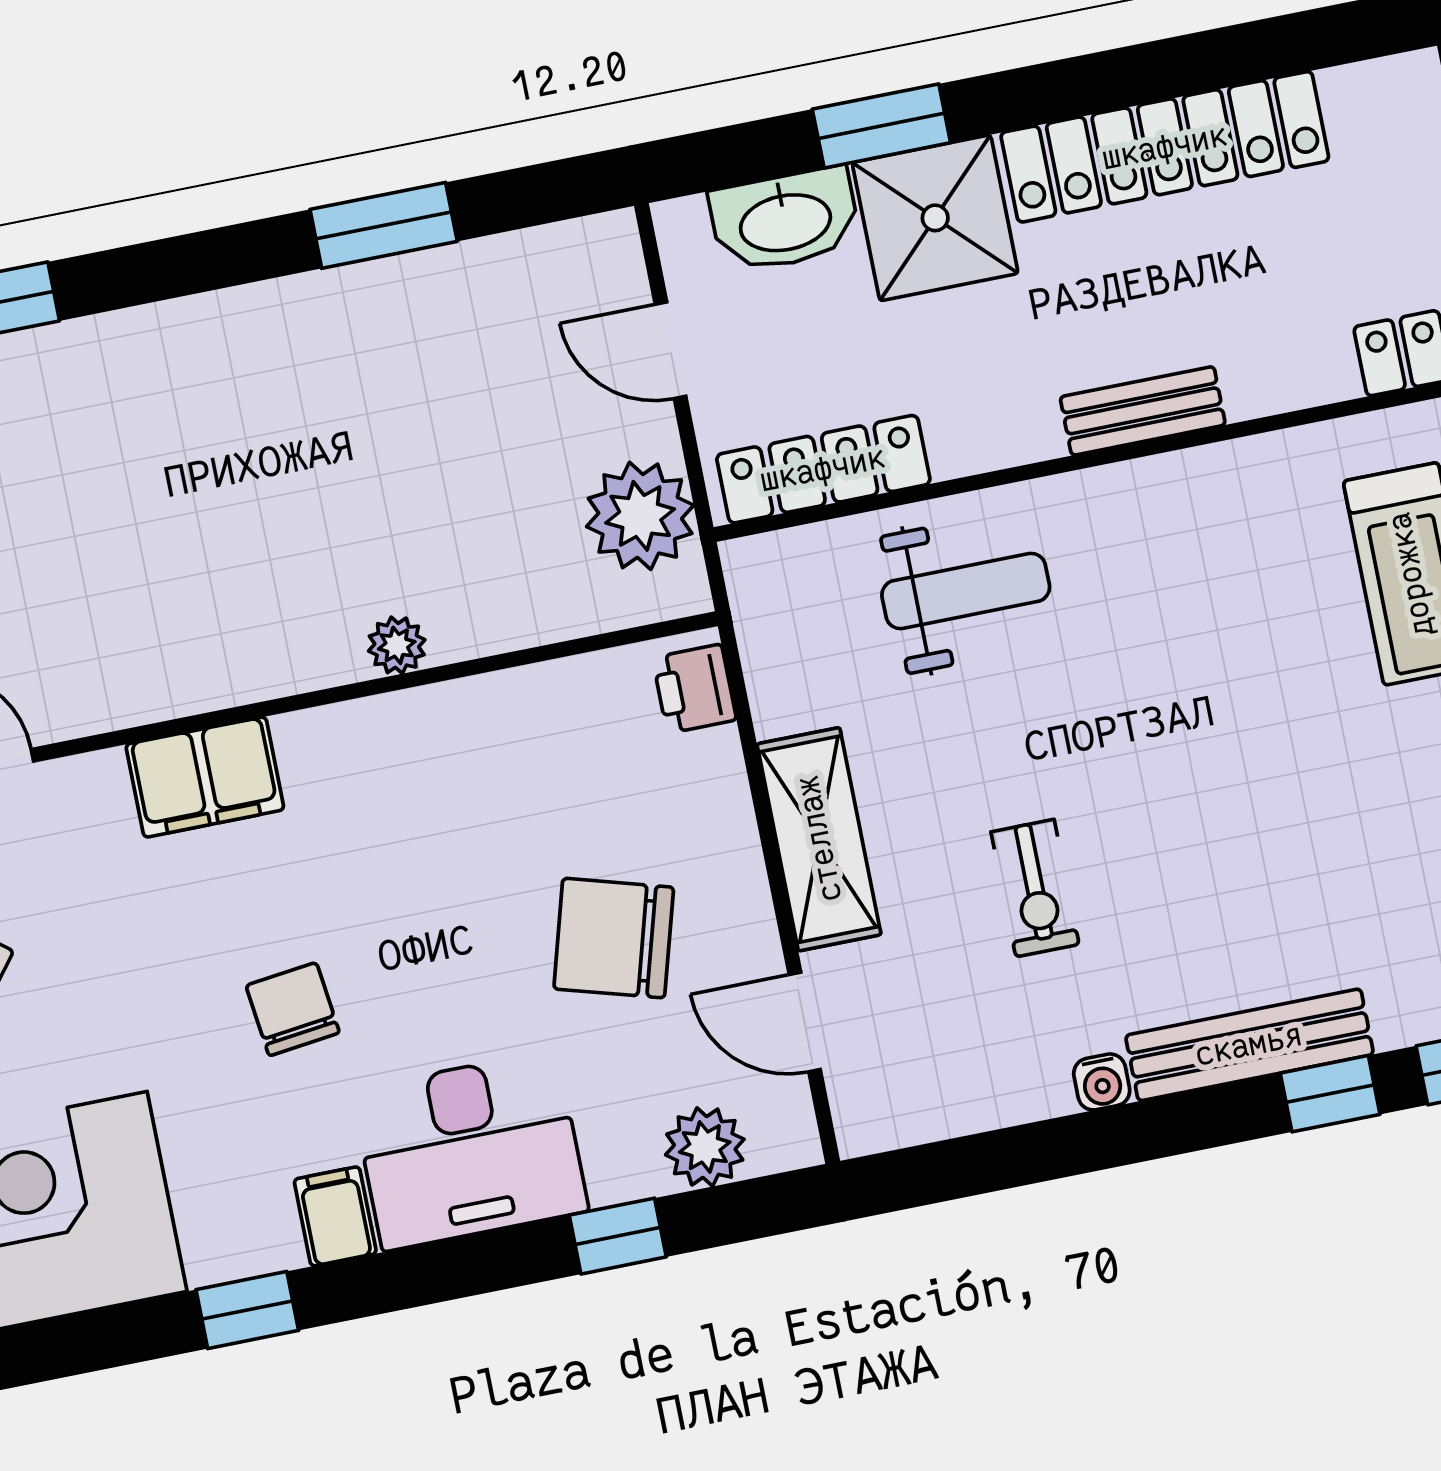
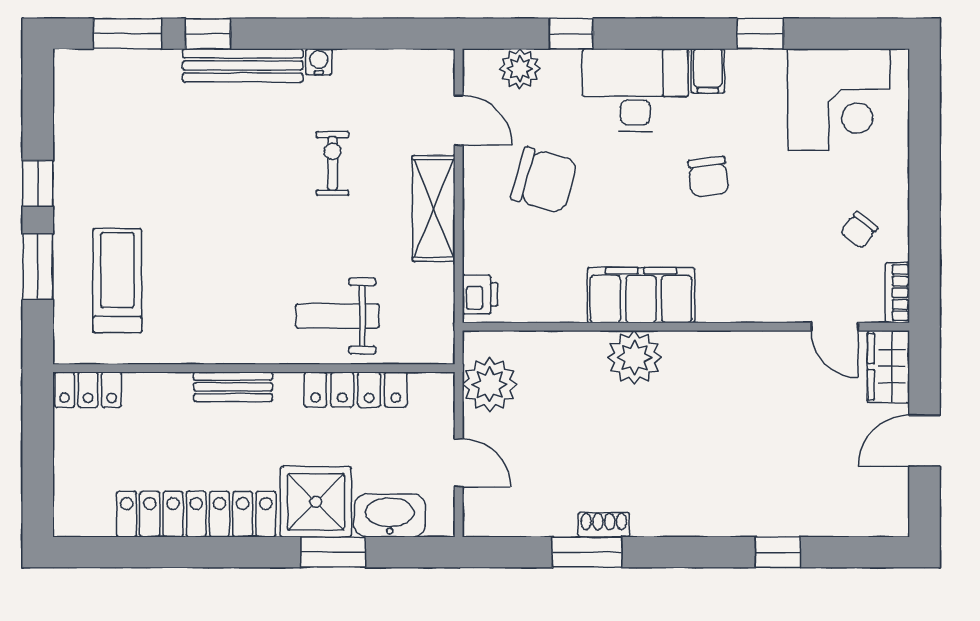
shoe rack: (361, 286) -> (604, 525), added
locker: (823, 469) -> (356, 390), moved
plant: (397, 645) -> (634, 358), width x1.88, depth x1.88
filing cabinet: (205, 777) -> (641, 295), moved, width x1.50, depth x1.17

